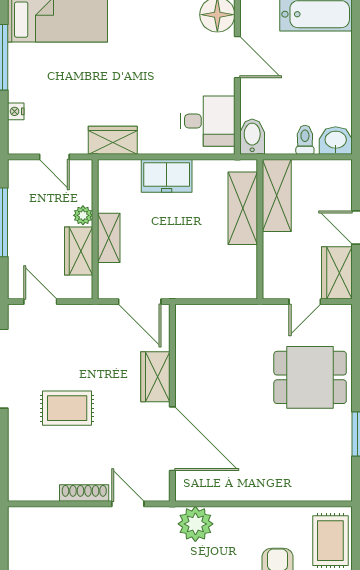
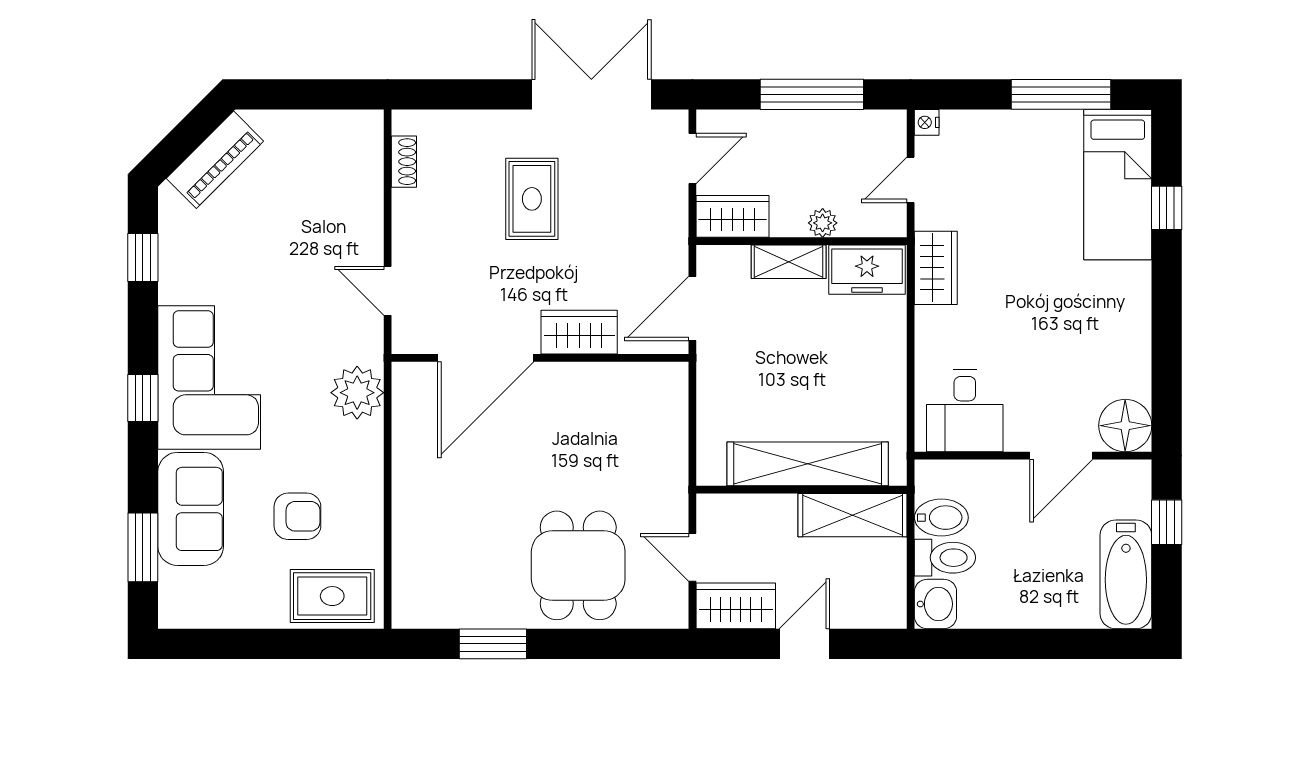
nightstand: (16, 111) -> (927, 122), moved, turned -90
bidet: (252, 137) -> (941, 518), moved
toilet: (305, 140) -> (945, 558), width x1.37, depth x1.39
freezer: (167, 176) -> (867, 270), moved, turned -90
shelving: (243, 208) -> (808, 464), width x1.47
wardrobe: (79, 251) -> (732, 216), moved
shoe rack: (84, 493) -> (404, 162), moved, width x0.70
door: (128, 504) -> (388, 291), swing flipped

